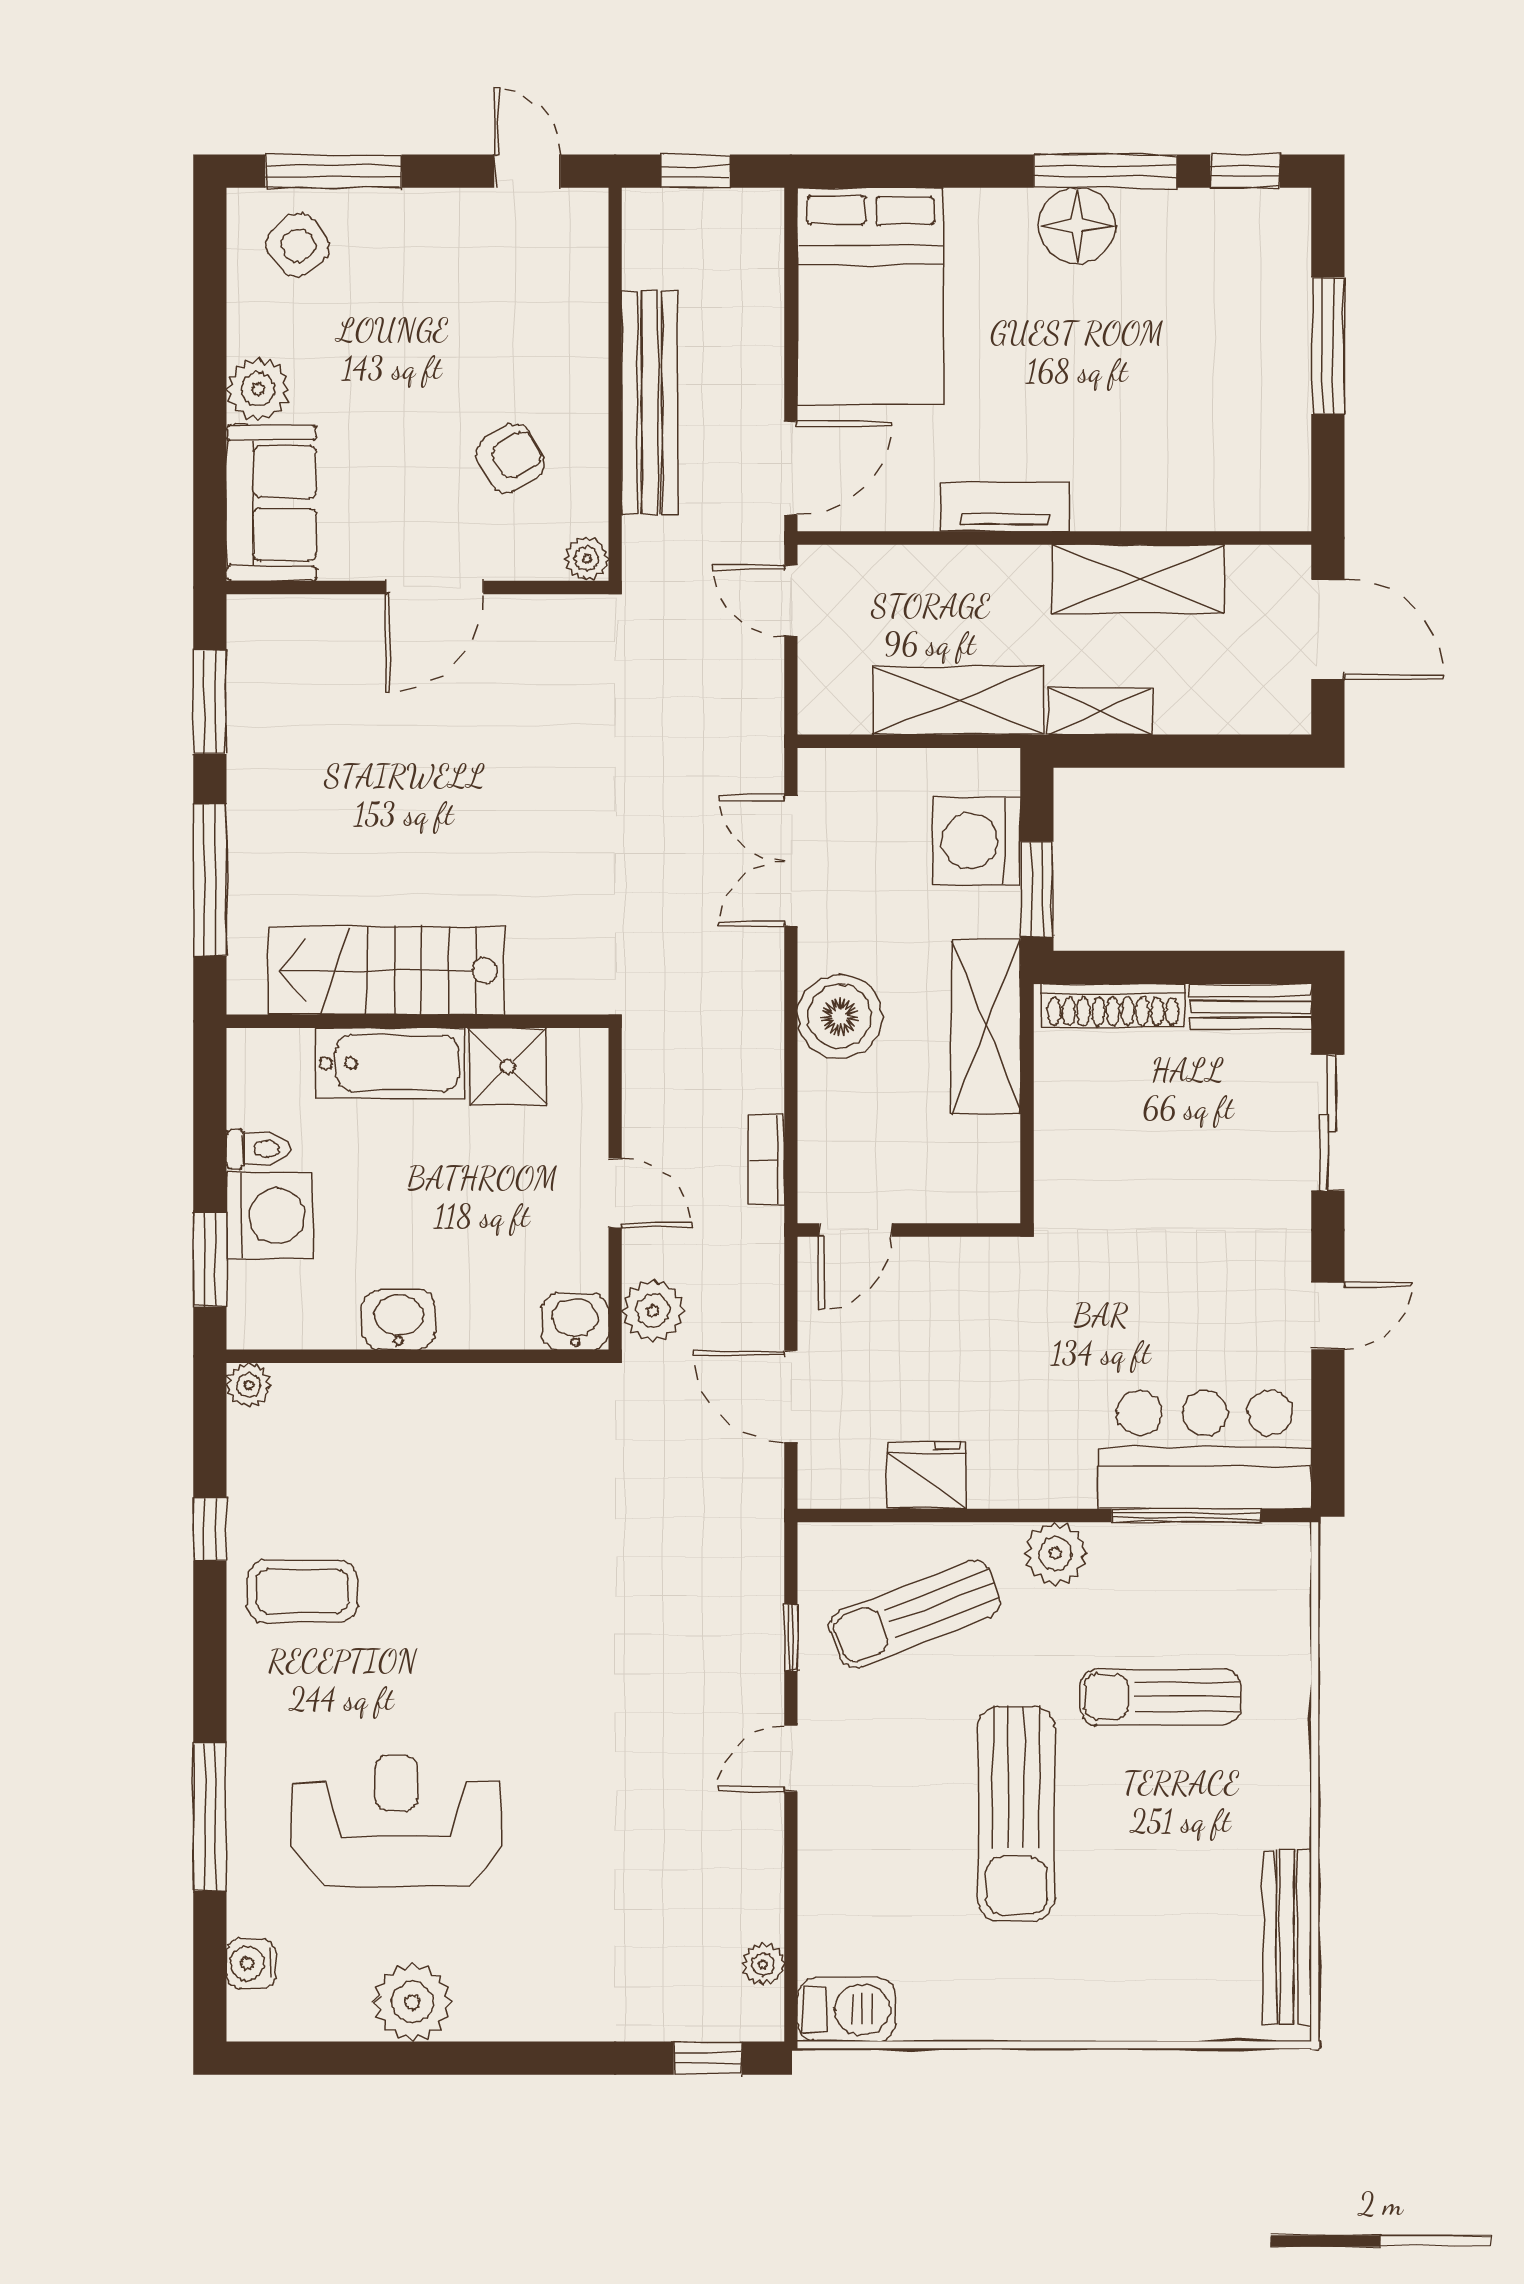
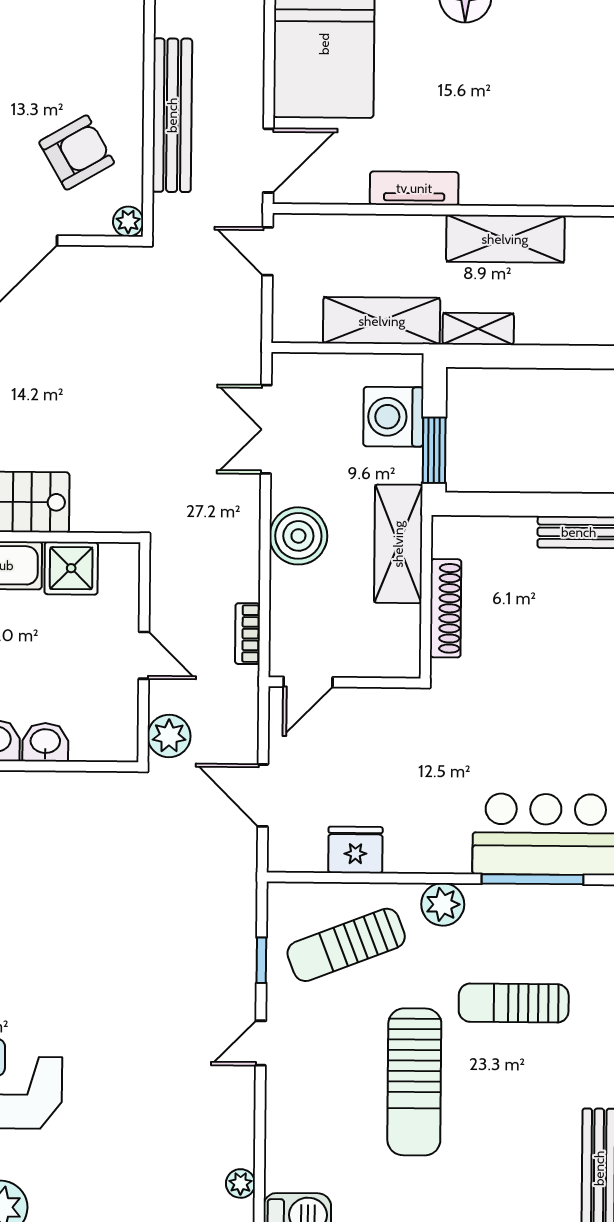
armchair: (510, 459) -> (77, 152), width x1.38, depth x1.38
shoe rack: (1113, 1006) -> (446, 608), moved, turned -90
washbasin: (575, 1321) -> (45, 742), moved

